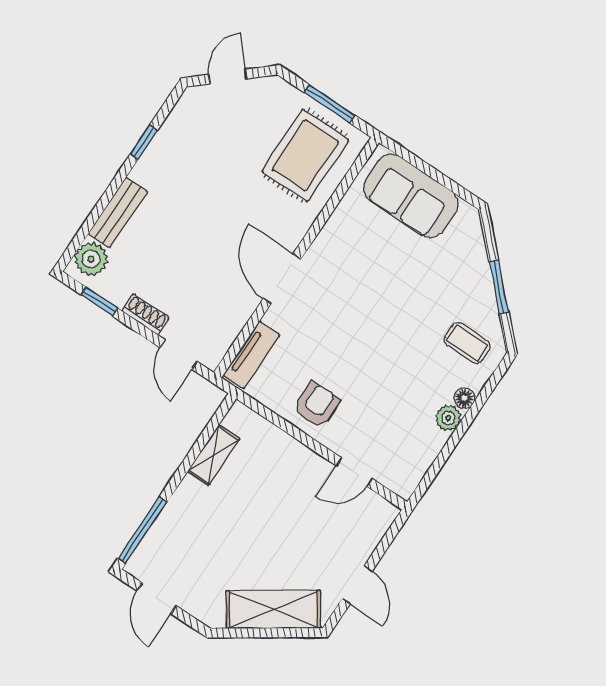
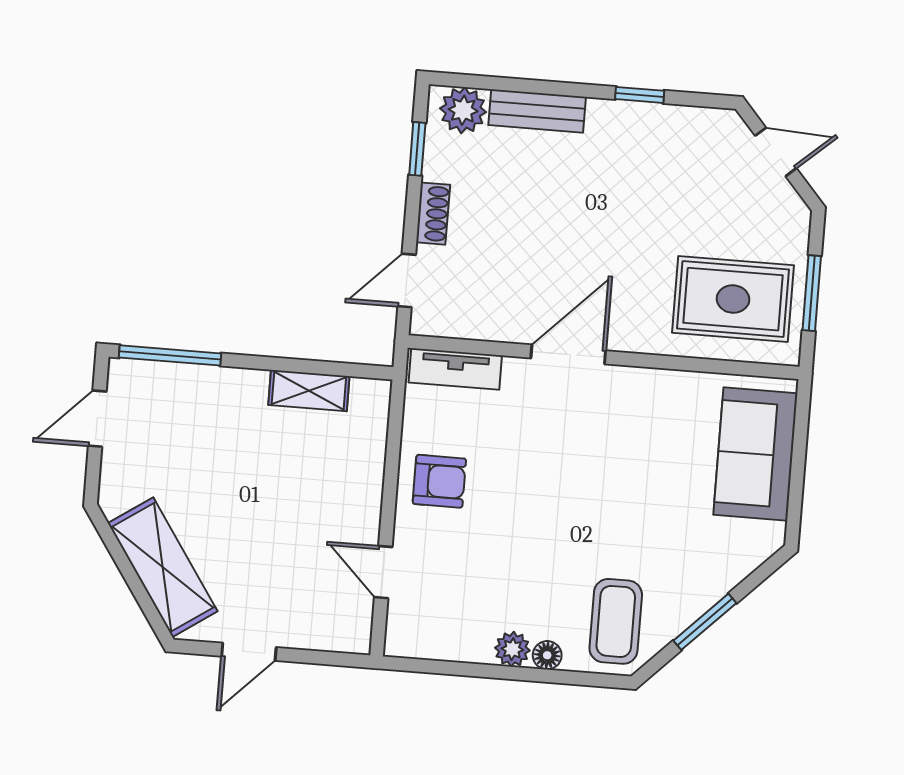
coffee table: (467, 343) -> (616, 621), width x1.36, depth x1.30

